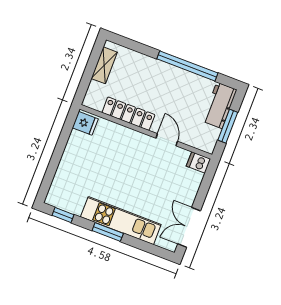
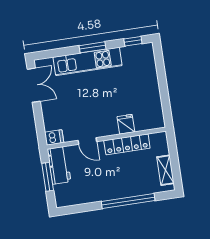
window: (187, 66) -> (128, 201), moved
workbench: (219, 105) -> (59, 165), moved
fridge: (85, 123) -> (126, 124), moved, turned 90

